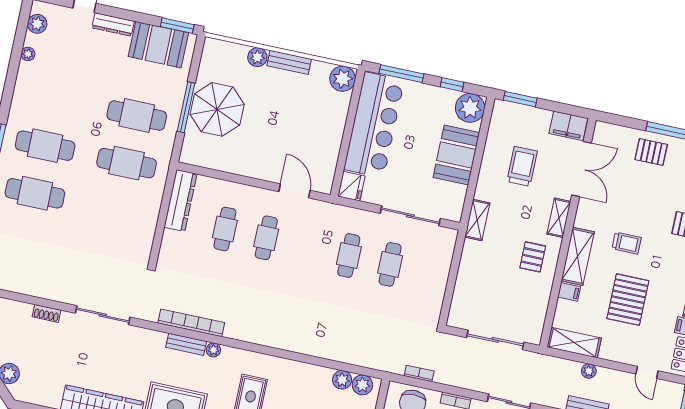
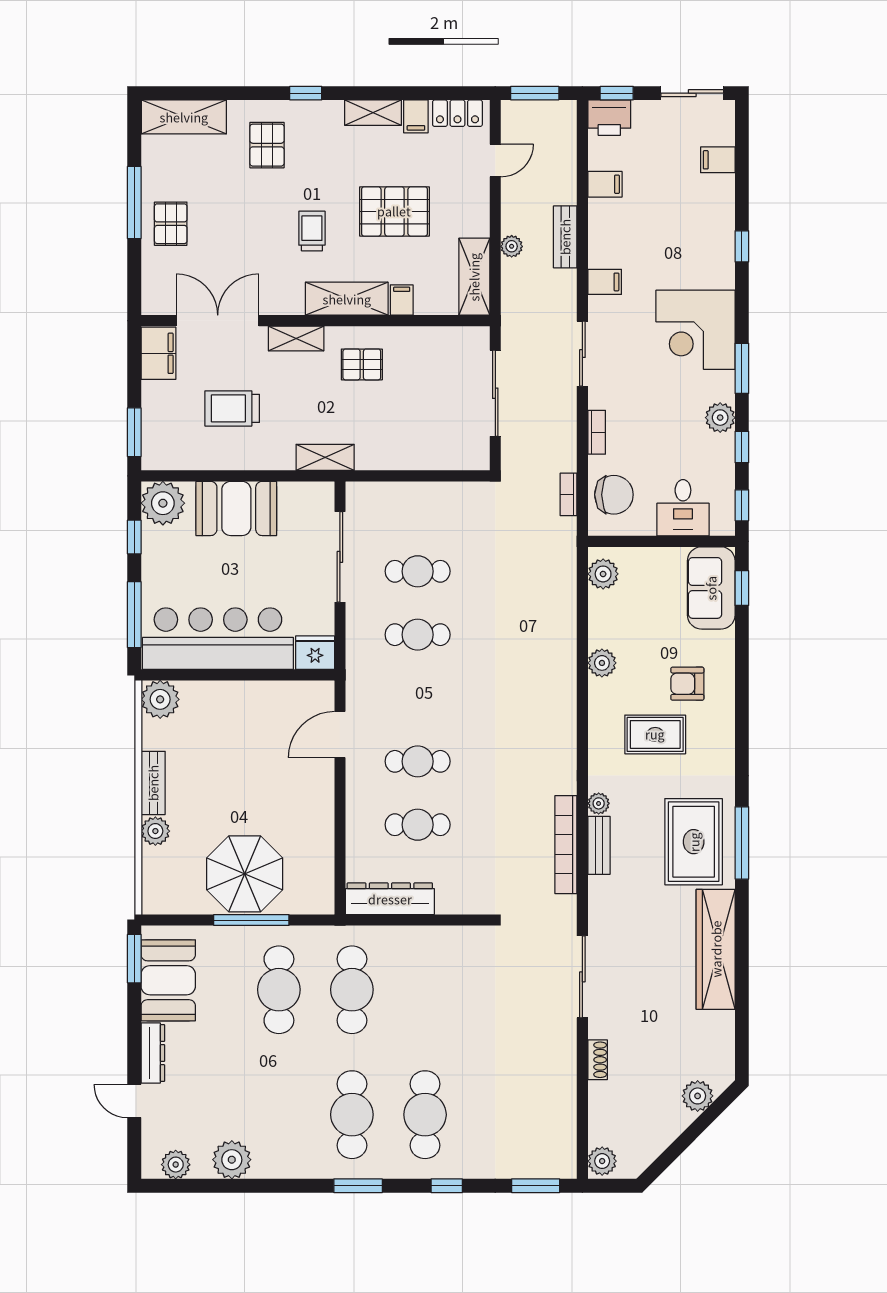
plant: (28, 54) -> (232, 1160), width x1.87, depth x1.87
plant: (342, 380) -> (602, 663), moved

